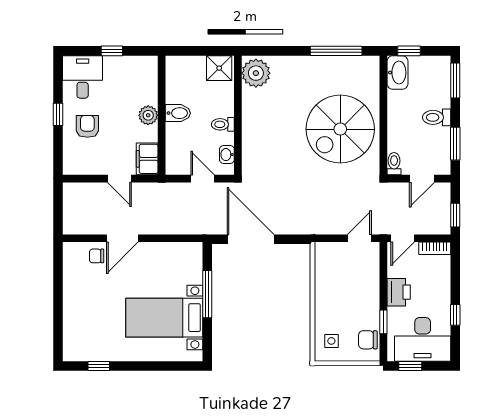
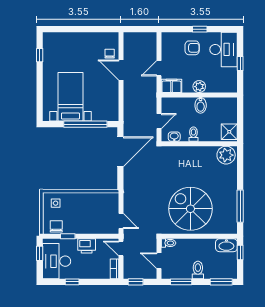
desk: (83, 77) -> (224, 49), width x1.37
window: (207, 294) -> (85, 124), width x1.46

